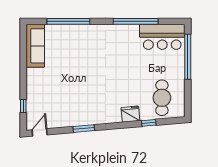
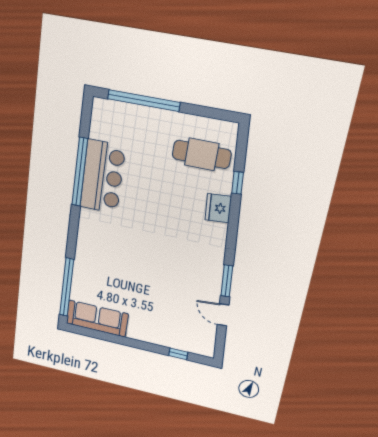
window: (68, 21) -> (67, 287), moved
bar counter: (162, 37) -> (102, 177), moved
door: (40, 132) -> (223, 315), moved

